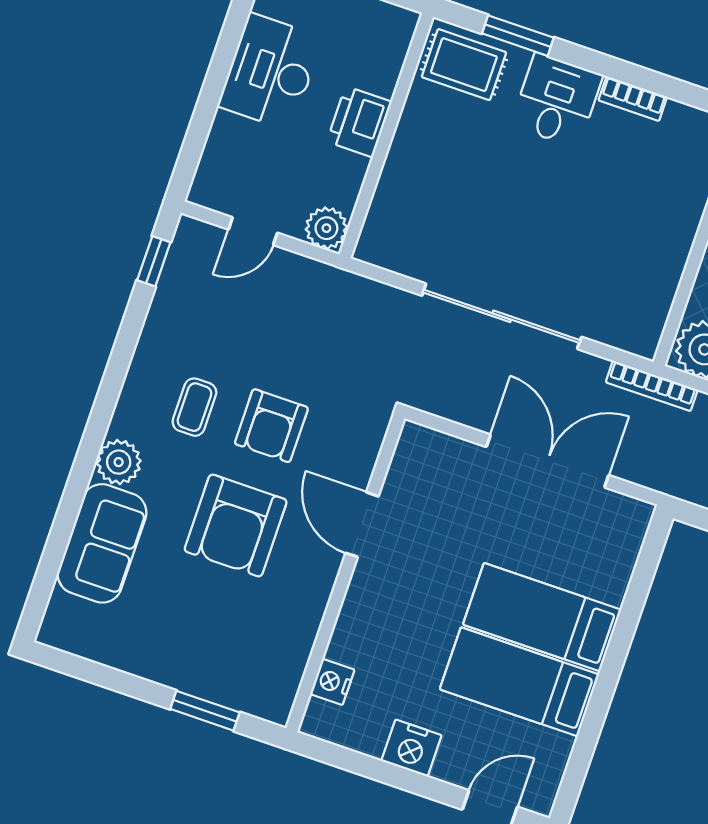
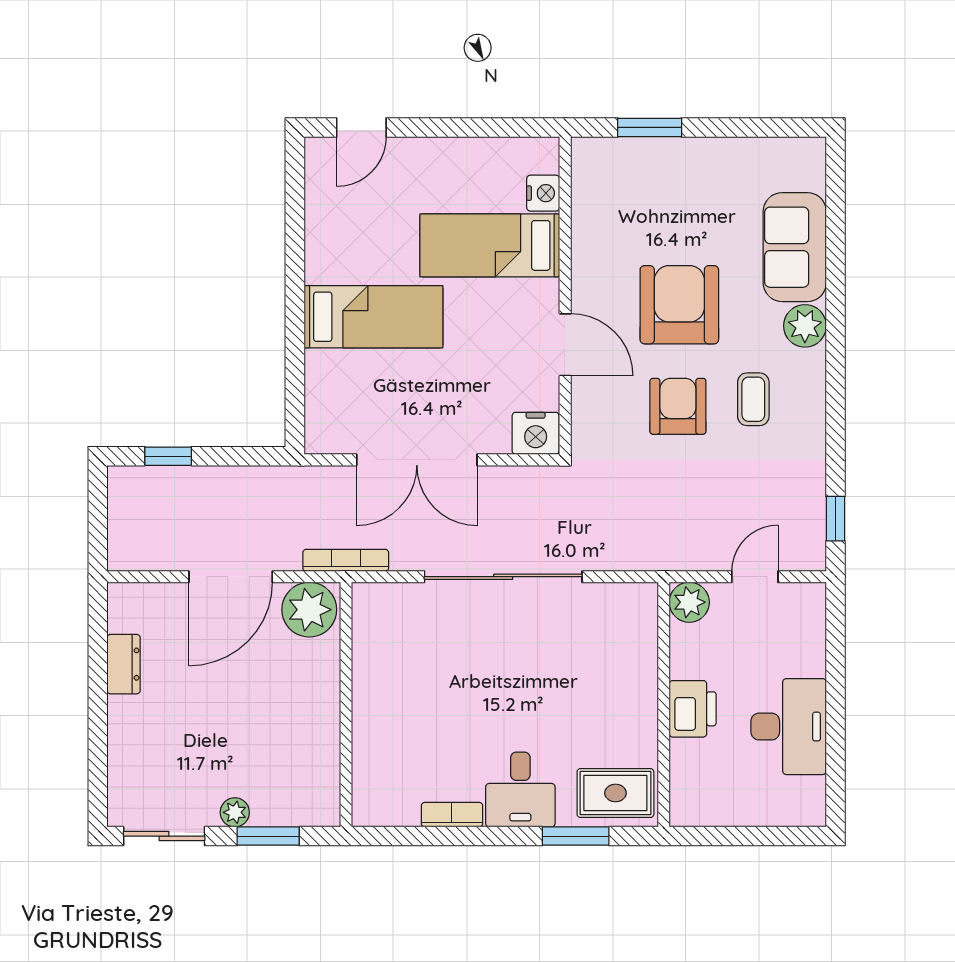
bed: (519, 682) -> (490, 245), moved, turned 180
nightstand: (411, 748) -> (536, 433), moved, turned 180

